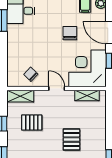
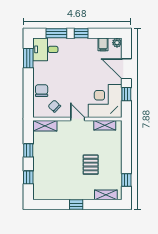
chair: (70, 33) -> (42, 91), moved
pallet: (32, 123) -> (55, 149), removed

